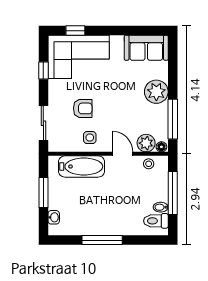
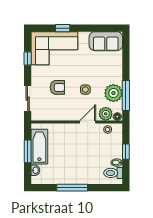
window: (75, 31) -> (63, 28), moved
plant: (156, 92) -> (113, 93), moved
side table: (90, 138) -> (85, 90), moved
door: (123, 154) -> (88, 122), hinge flipped
bathtub: (82, 167) -> (39, 147), moved, turned -90
window: (173, 193) -> (126, 152), width x0.46

